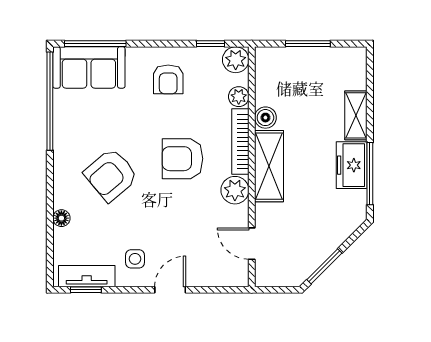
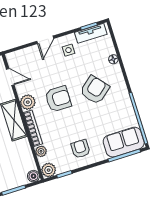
boiler: (265, 118) -> (33, 176), moved
armchair: (182, 159) -> (58, 99), moved

